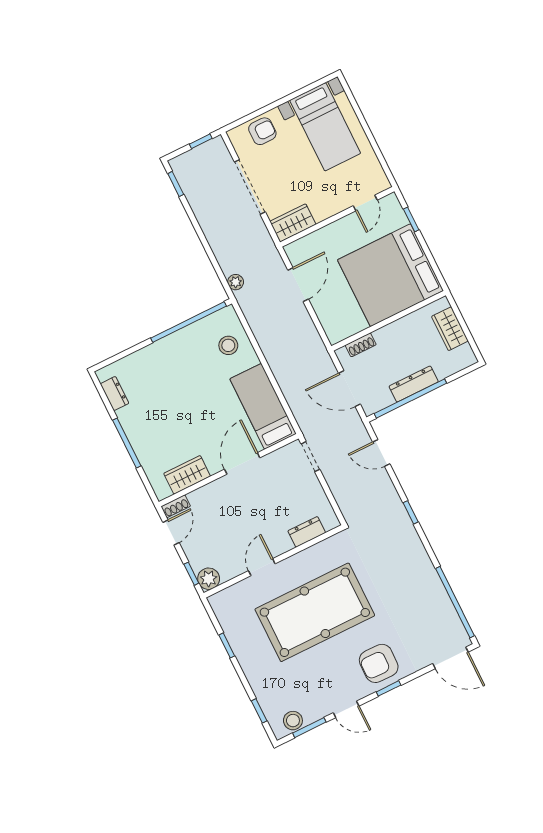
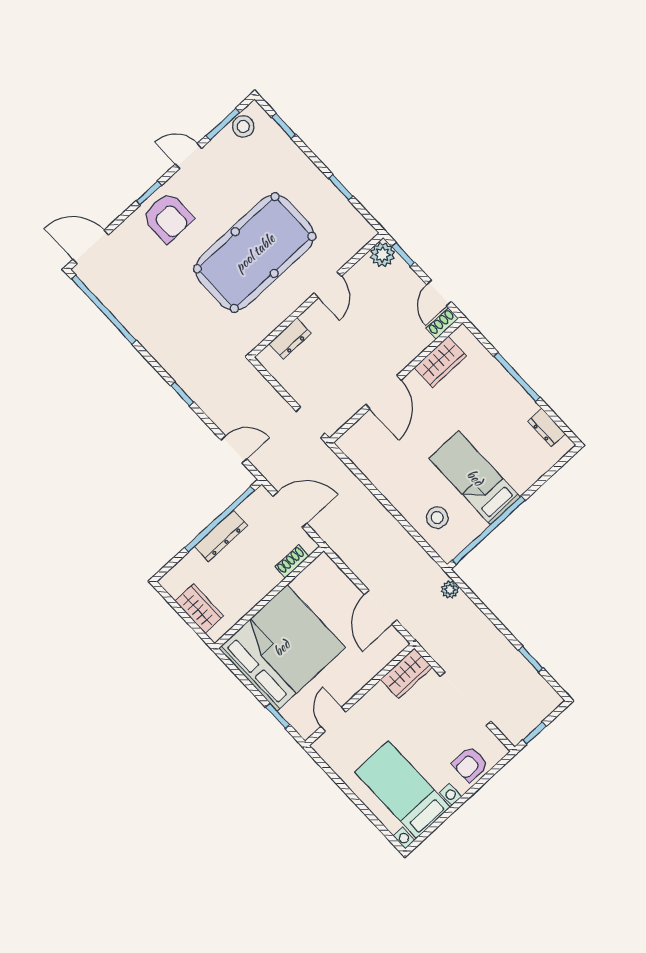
window: (176, 184) -> (531, 659), moved
bed: (263, 406) -> (475, 478), moved, turned 180
armchair: (379, 663) -> (168, 217), turned 89

